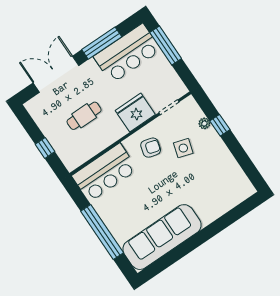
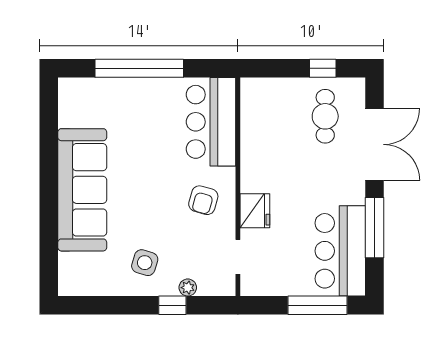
fridge: (135, 112) -> (255, 211), width x0.73, depth x0.75
cafe table: (84, 116) -> (325, 116), moved
window: (45, 148) -> (323, 68), moved
side table: (183, 148) -> (145, 263), moved
sofa: (162, 237) -> (82, 190), moved

